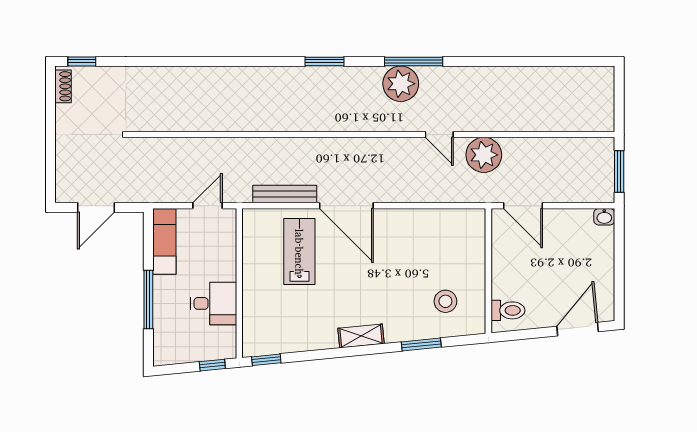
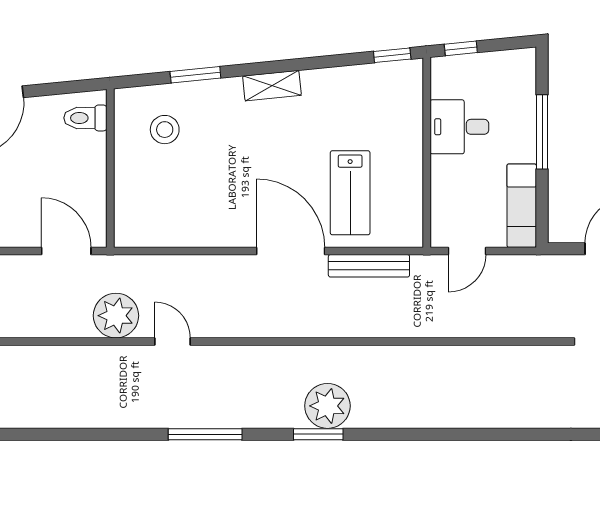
plant: (401, 84) -> (327, 406), moved

